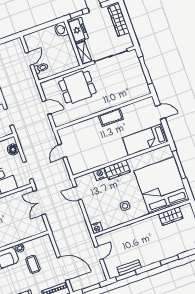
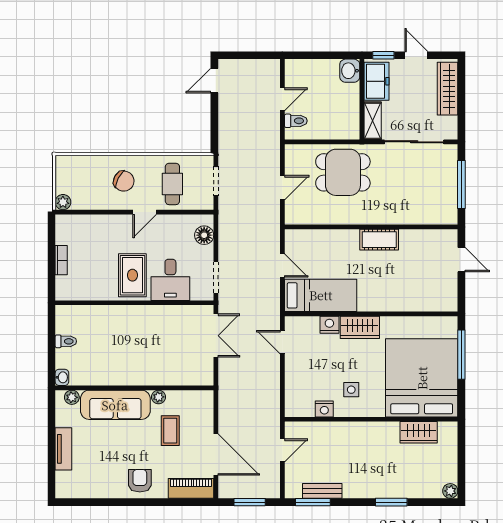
door: (47, 108) -> (282, 188), hinge flipped
bed: (145, 140) -> (321, 295), moved, turned 180
door: (62, 151) -> (282, 266), swing flipped
double door: (39, 203) -> (216, 336), swing flipped
nightstand: (97, 228) -> (324, 409), moved

